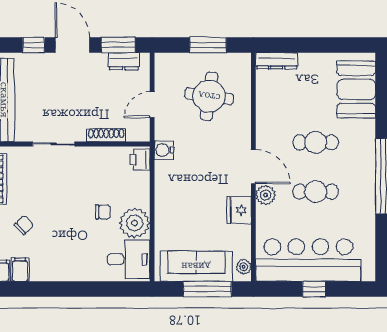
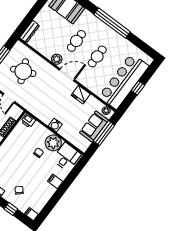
round table: (209, 96) -> (23, 71), turned -32
water cooler: (164, 150) -> (55, 125), moved
plant: (266, 195) -> (57, 59), moved
sofa: (196, 266) -> (94, 126), width x0.73
filing cabinet: (20, 270) -> (55, 181), moved

